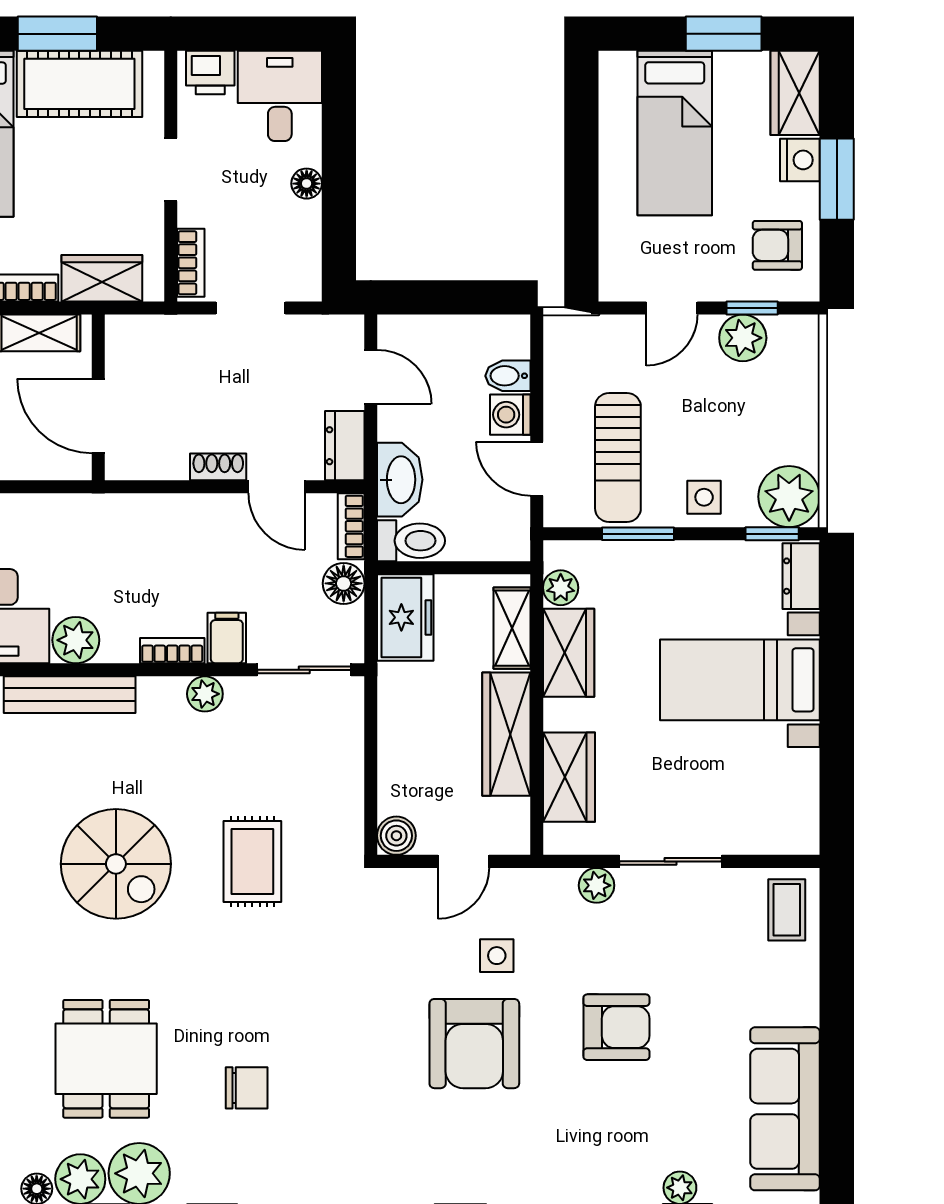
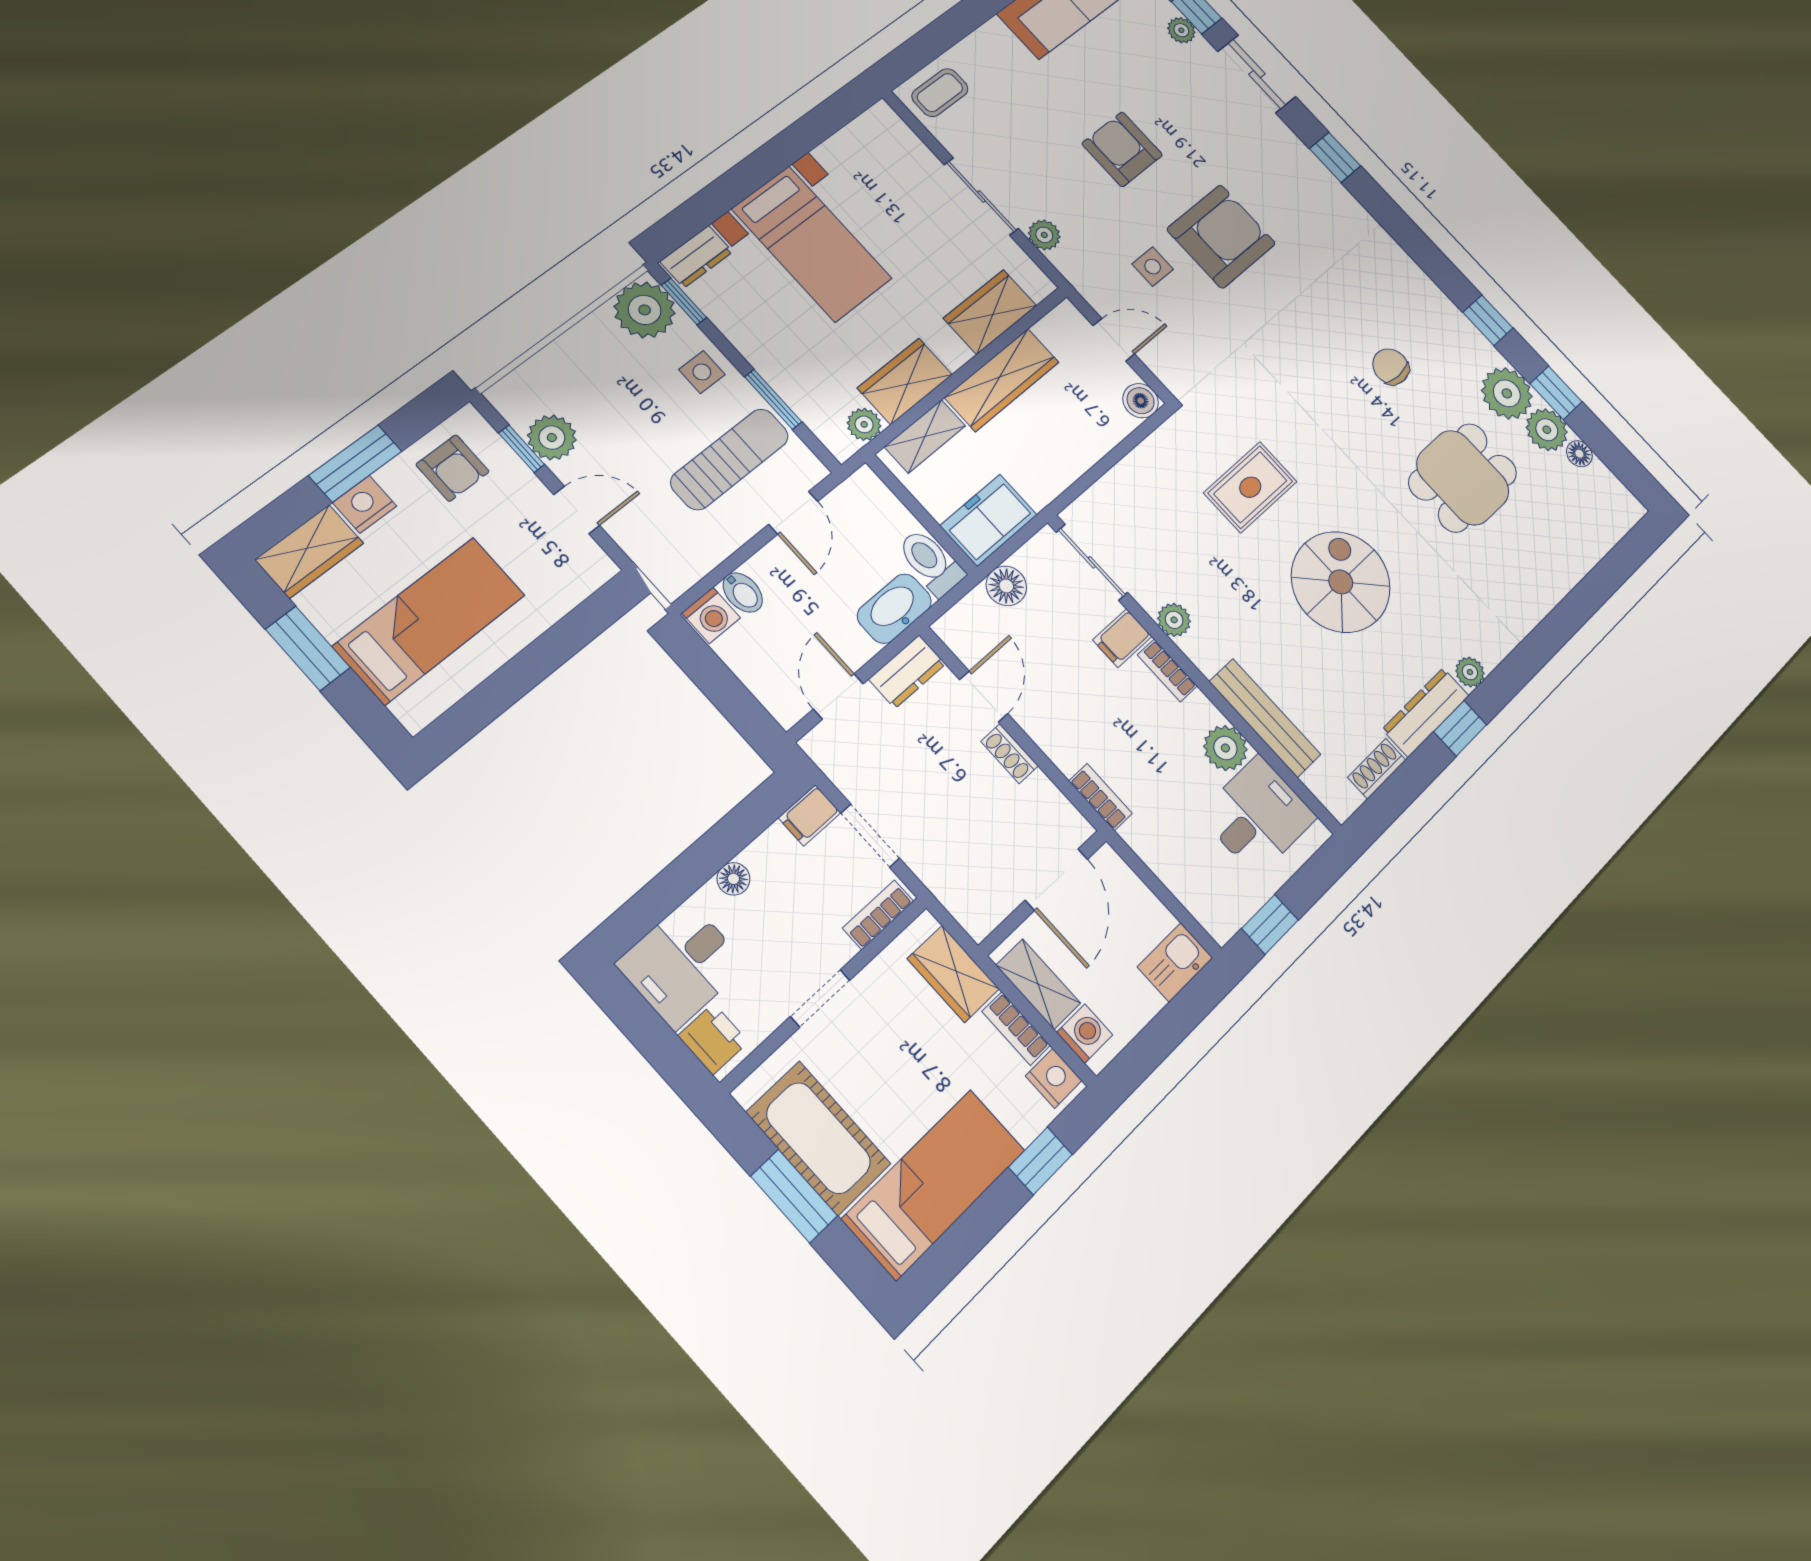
filing cabinet: (304, 278) -> (809, 815), added
washing machine: (510, 415) -> (711, 615), moved
bookcase: (351, 526) -> (1101, 797), moved, turned -90

